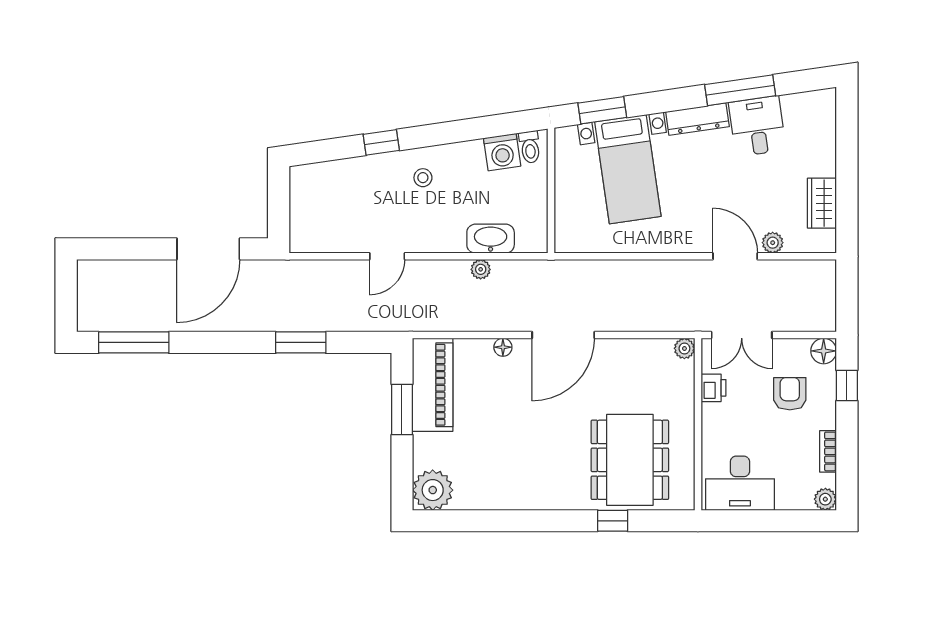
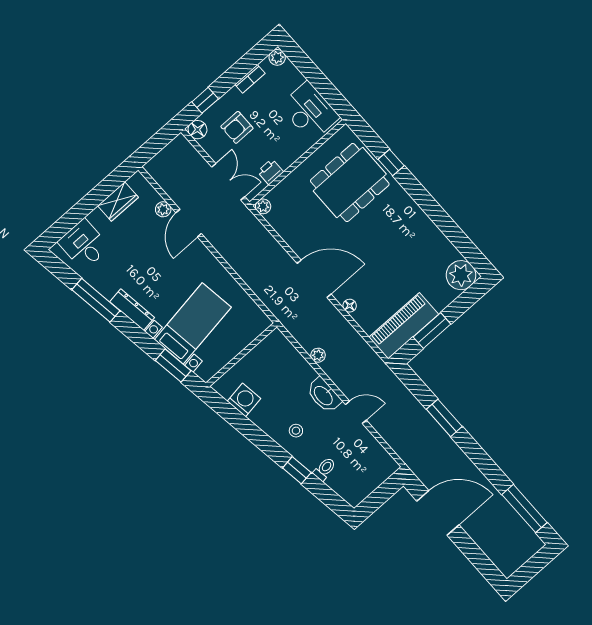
desk: (757, 126) -> (84, 245), moved, turned 98
toilet: (530, 147) -> (325, 469), moved
washbasin: (491, 239) -> (324, 395), moved

